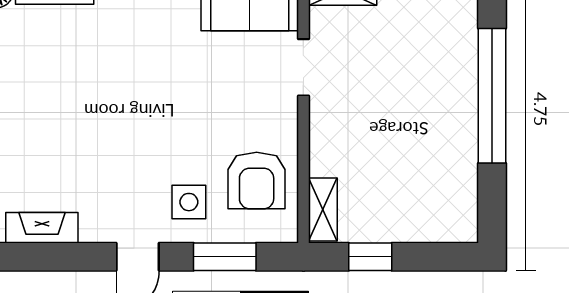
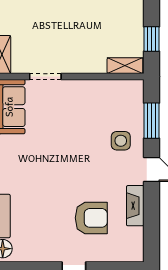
armchair: (257, 181) -> (91, 218), moved
fireplace: (42, 228) -> (135, 206), moved

